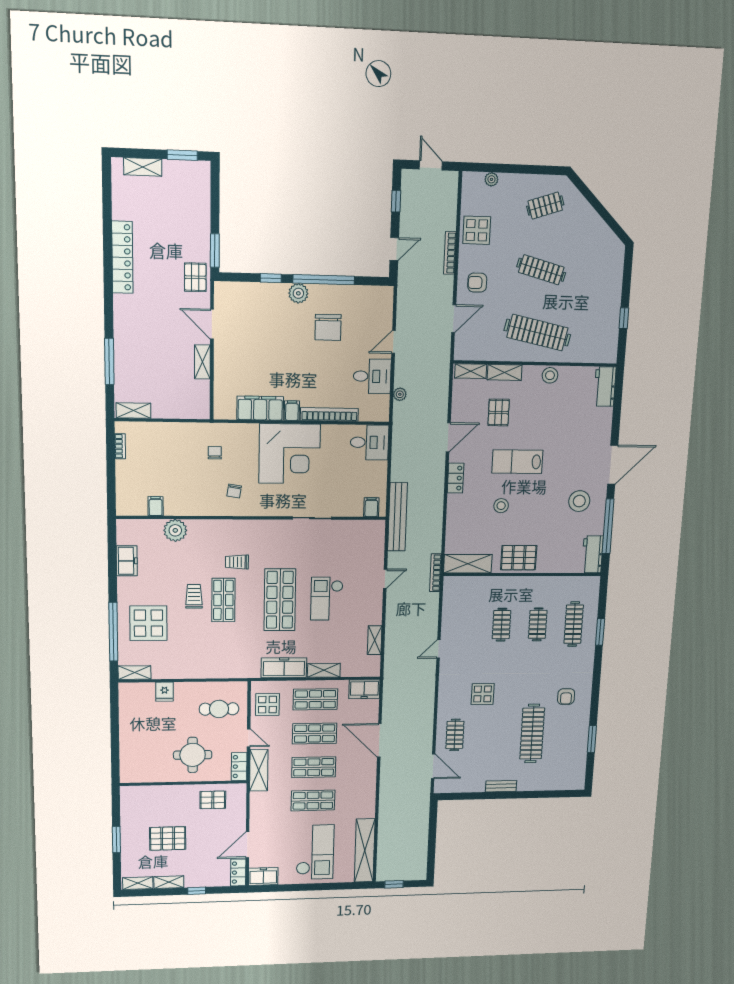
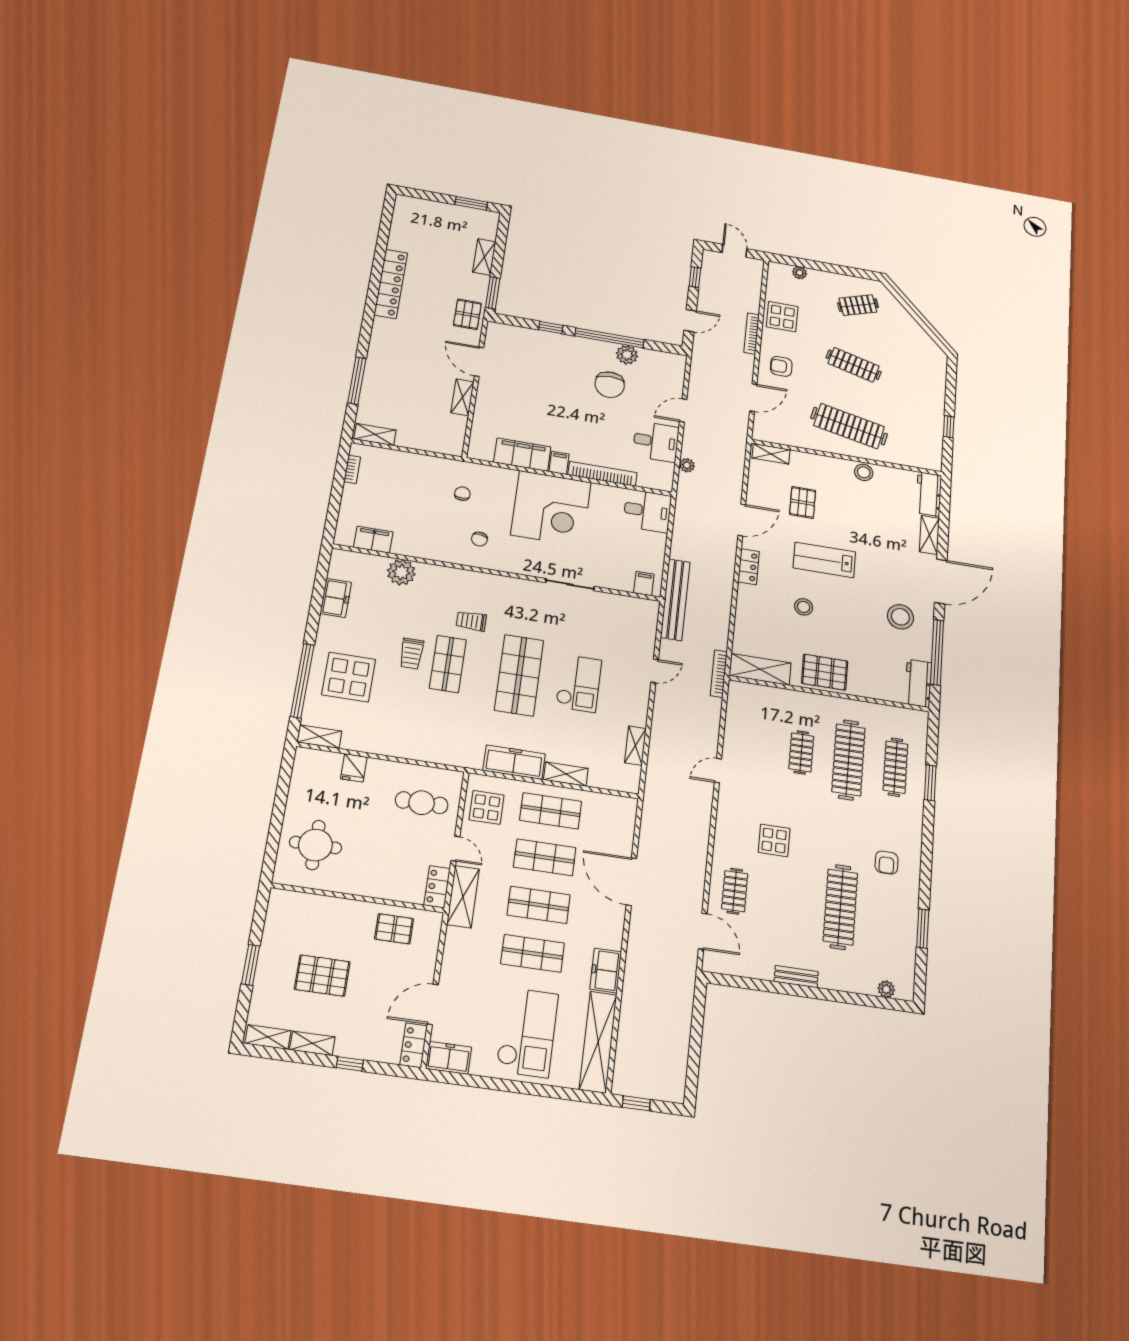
shelving: (143, 167) -> (484, 257), moved, turned 90
plant: (298, 293) -> (627, 355), moved
shelving: (505, 372) -> (929, 535), moved, turned 90
filing cabinet: (156, 506) -> (373, 540), width x2.00
trolley: (194, 596) -> (412, 654), turned 180
checkout: (327, 599) -> (579, 683), turned 180
clothes rail: (538, 624) -> (848, 760), width x1.86, depth x1.31
freezer: (364, 689) -> (606, 970), moved, turned 90
round table: (193, 755) -> (315, 845), moved
plant: (565, 784) -> (886, 989), added

